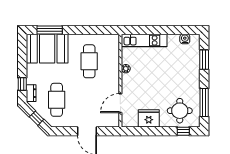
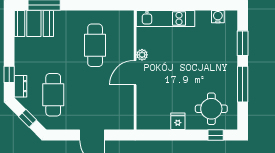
booth: (47, 49) -> (34, 23), width x0.73, depth x0.70
door: (120, 103) -> (135, 73), moved
window: (204, 103) -> (243, 84), moved
fridge: (149, 118) -> (178, 121), width x0.53, depth x0.75

